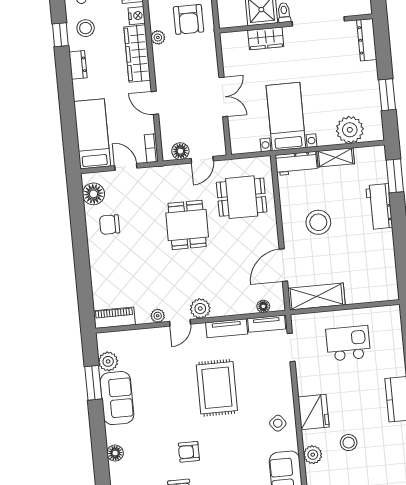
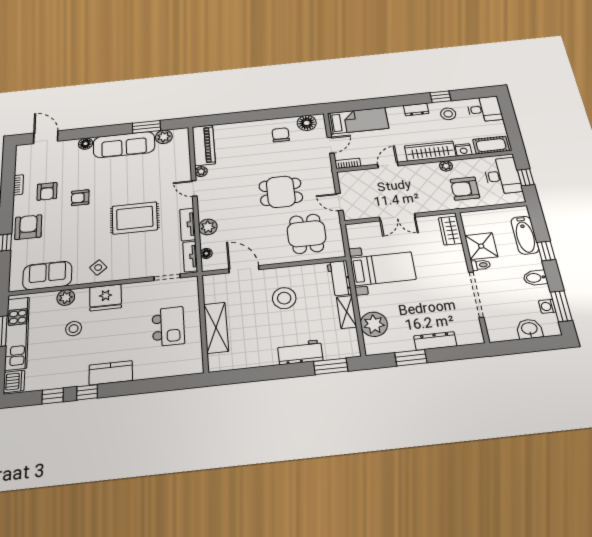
wardrobe: (266, 38) -> (450, 231), moved
dresser: (367, 40) -> (435, 341), moved
floor lamp: (180, 151) -> (346, 185), removed
shelving: (316, 297) -> (216, 328), moved
plant: (200, 309) -> (208, 227), moved
piano: (114, 318) -> (204, 145), width x1.37, depth x1.33
sofa: (117, 398) -> (124, 145), width x1.36
armchair: (189, 452) -> (80, 198), turned -90

